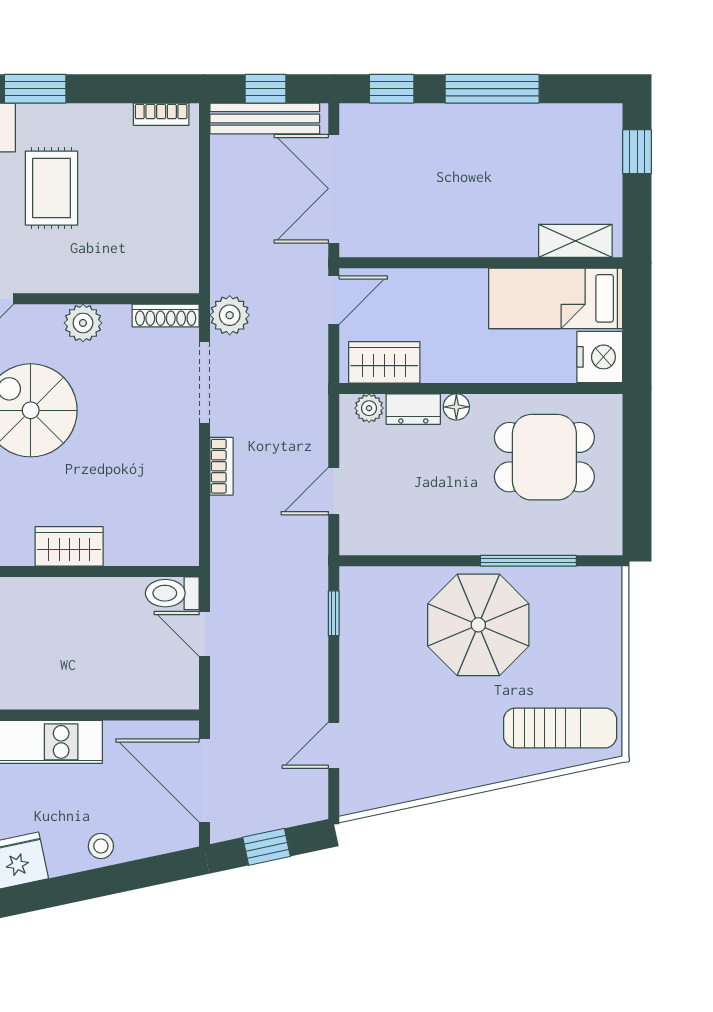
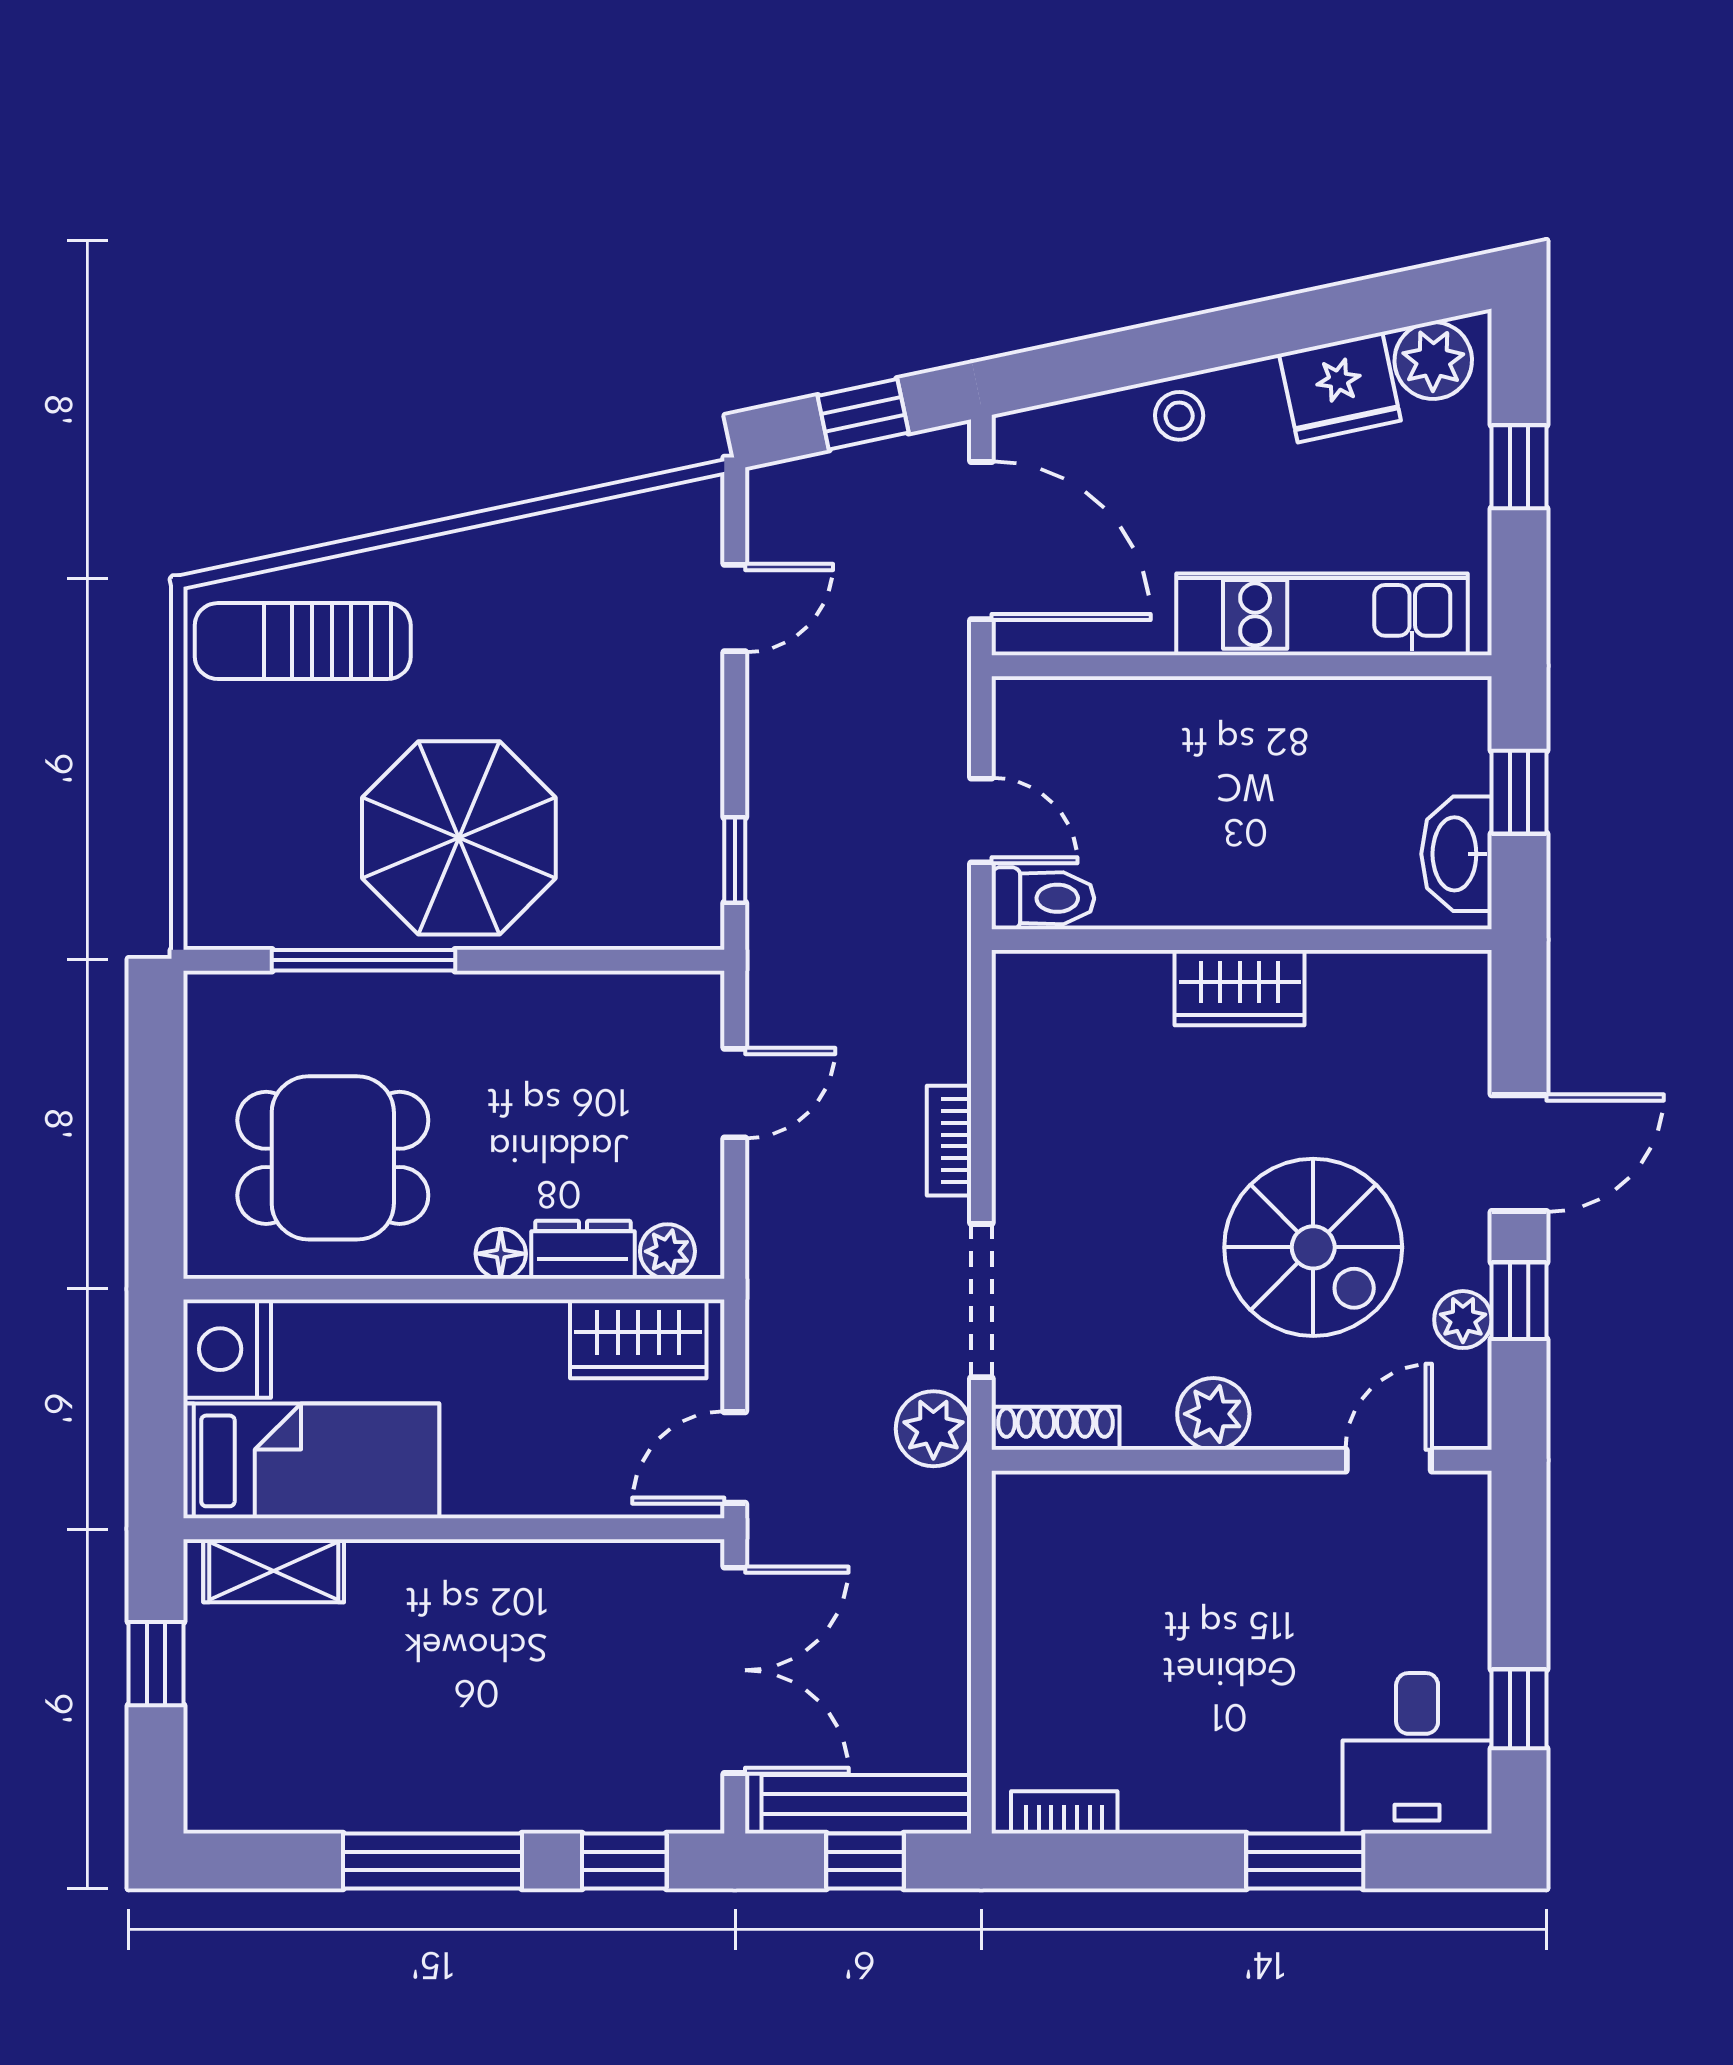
window: (637, 152) -> (156, 1664), moved
rug: (51, 188) -> (1273, 1671), removed

